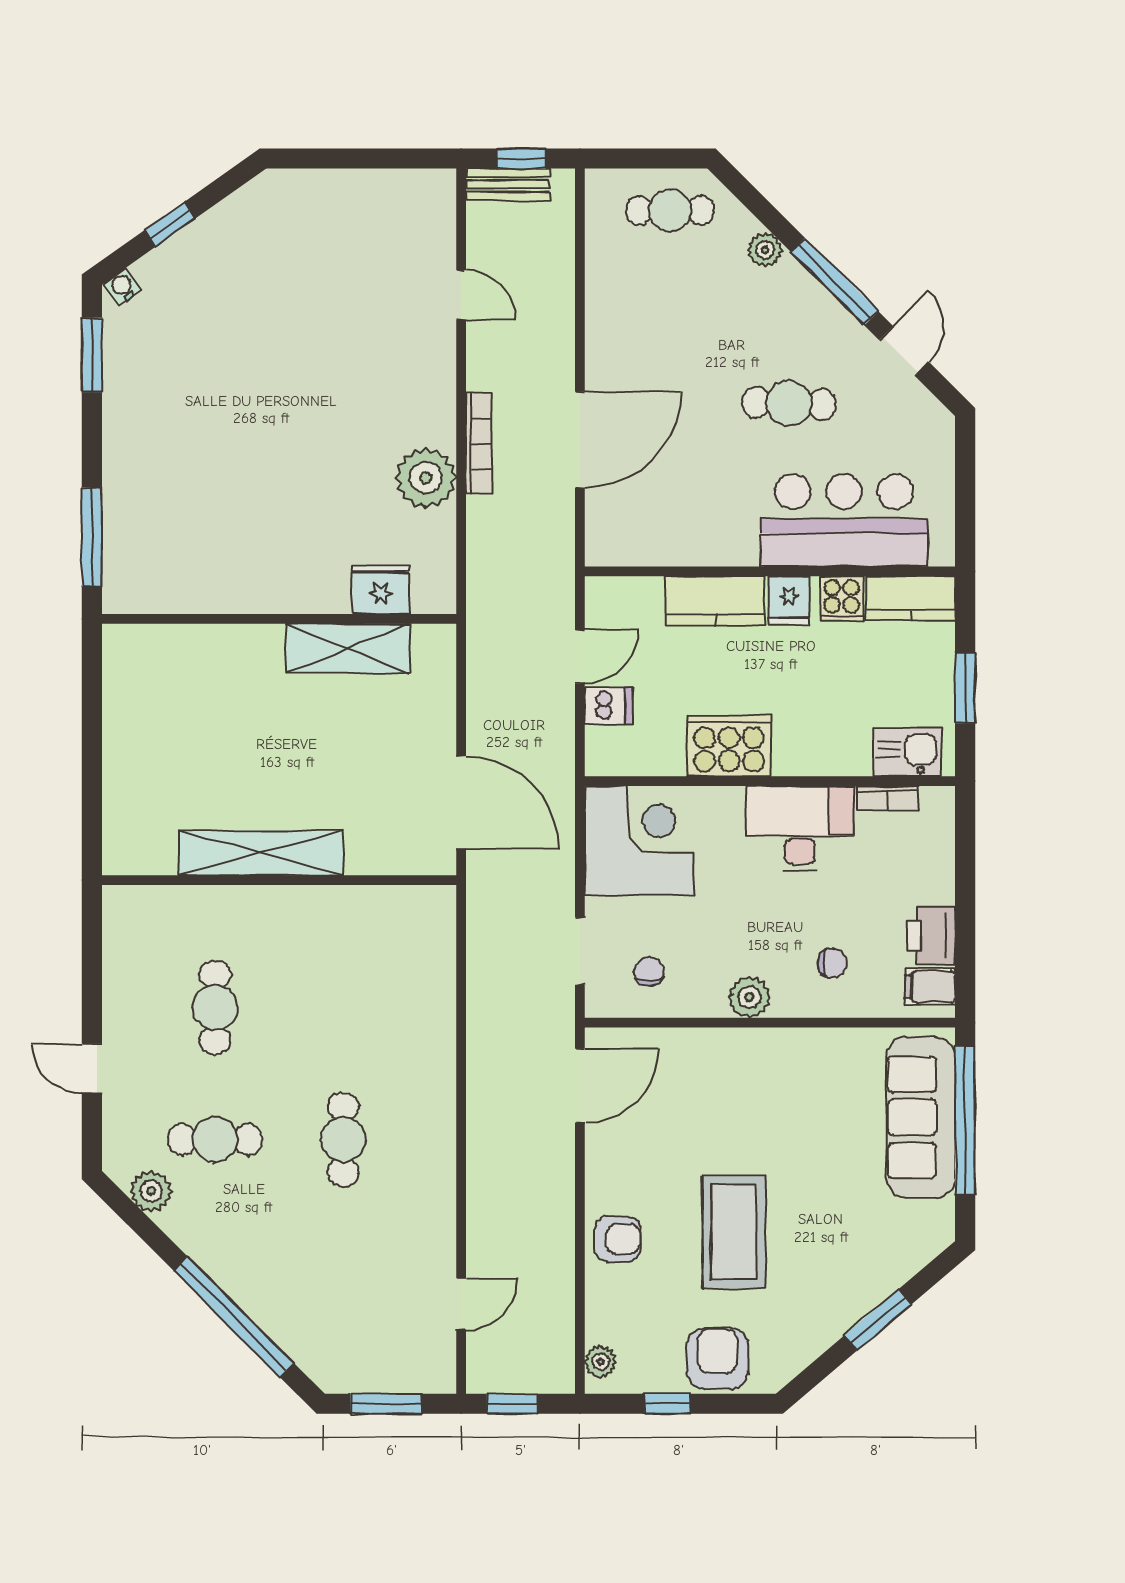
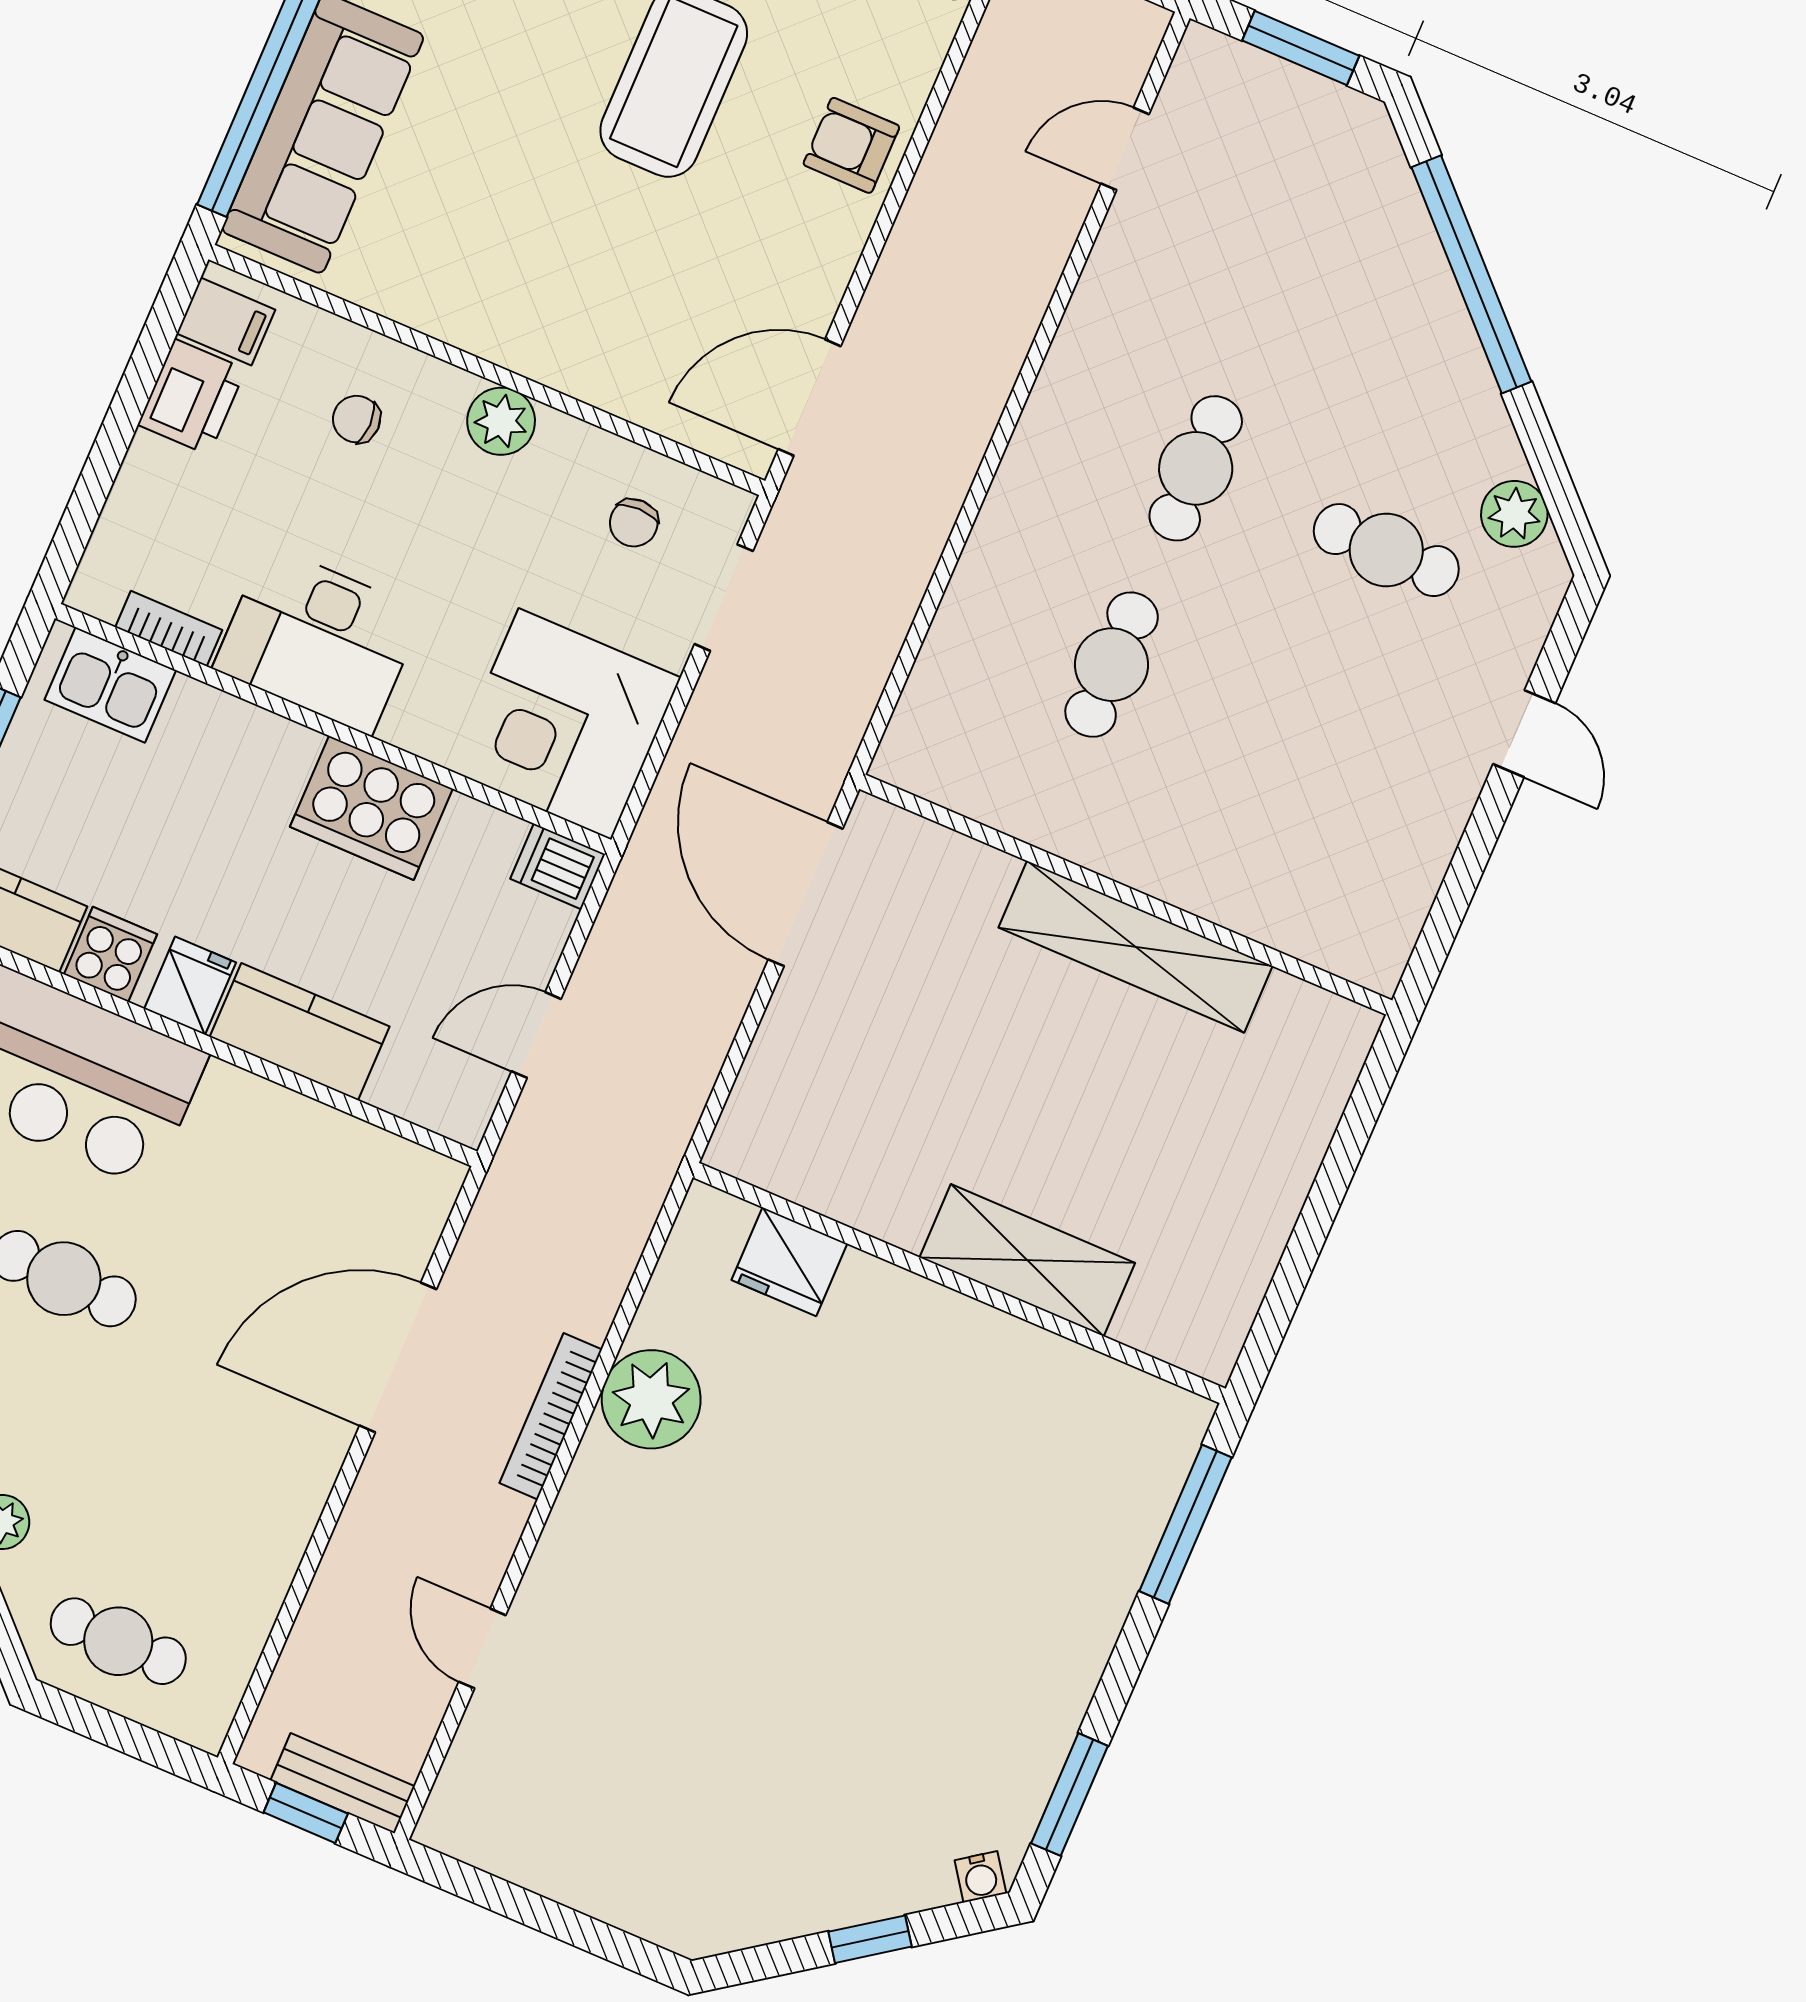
shelving: (348, 648) -> (1027, 1260), moved
dishwasher: (609, 706) -> (558, 866), moved
cafe table: (215, 1007) -> (1112, 665), moved

